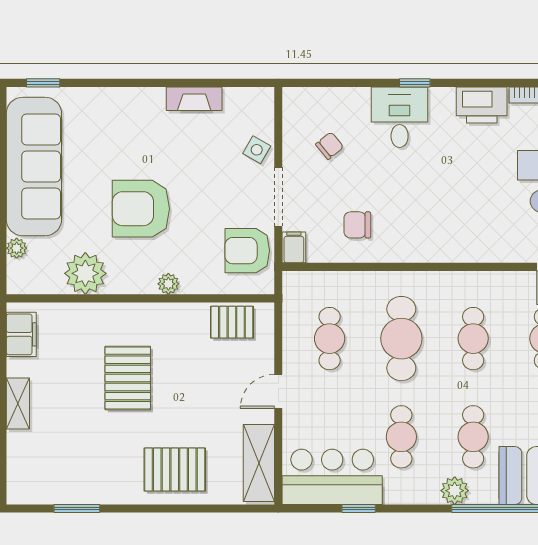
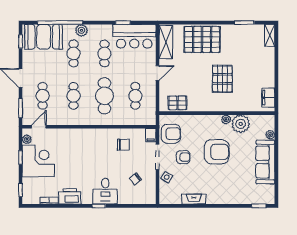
sofa: (34, 167) -> (265, 162), width x0.74, depth x0.79
armchair: (218, 196) -> (183, 157), added
plant: (168, 284) -> (226, 119), moved
shelving: (18, 404) -> (270, 35), moved
pallet: (175, 469) -> (202, 39), width x1.37, depth x1.41

